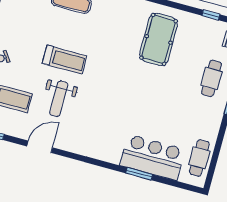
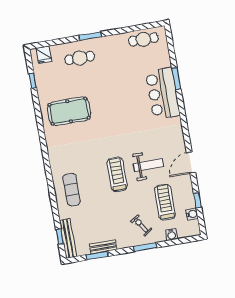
door: (40, 147) -> (191, 163), hinge flipped
bar counter: (152, 157) -> (163, 93), moved

